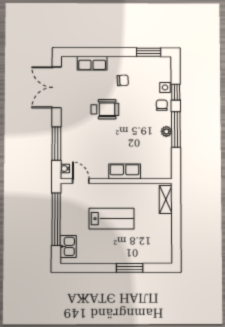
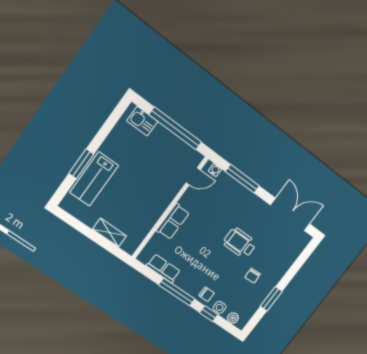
window: (149, 52) -> (271, 299), moved
row of seats: (92, 63) -> (163, 268), moved, turned 90
wheelchair: (105, 109) -> (240, 243), turned 90
plant: (166, 131) -> (233, 318), moved
shelving: (166, 200) -> (109, 233), moved
lab bench: (112, 219) -> (94, 179), moved

